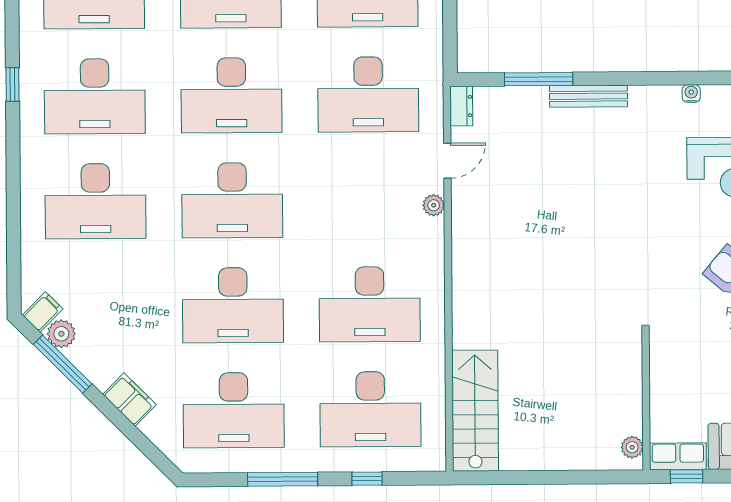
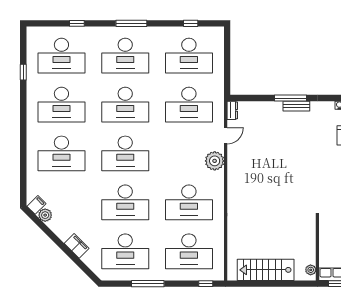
window: (539, 79) -> (290, 98), moved
window: (13, 85) -> (23, 72), moved
bench: (588, 96) -> (296, 106), width x0.73
plant: (434, 205) -> (215, 161), width x1.88, depth x1.88
window: (63, 364) -> (46, 229), removed
stairs: (475, 411) -> (266, 270), moved, turned -90
window: (367, 479) -> (206, 284), moved

